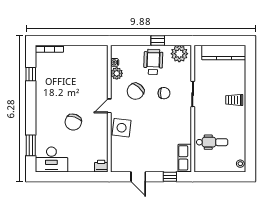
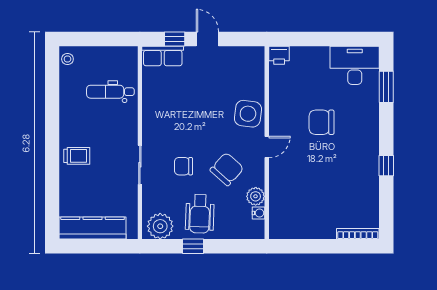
window: (31, 74) -> (386, 166), moved
chair: (73, 122) -> (321, 122), turned -108
row of seats: (185, 158) -> (163, 56), moved, turned 90
door: (138, 177) -> (207, 39), moved

